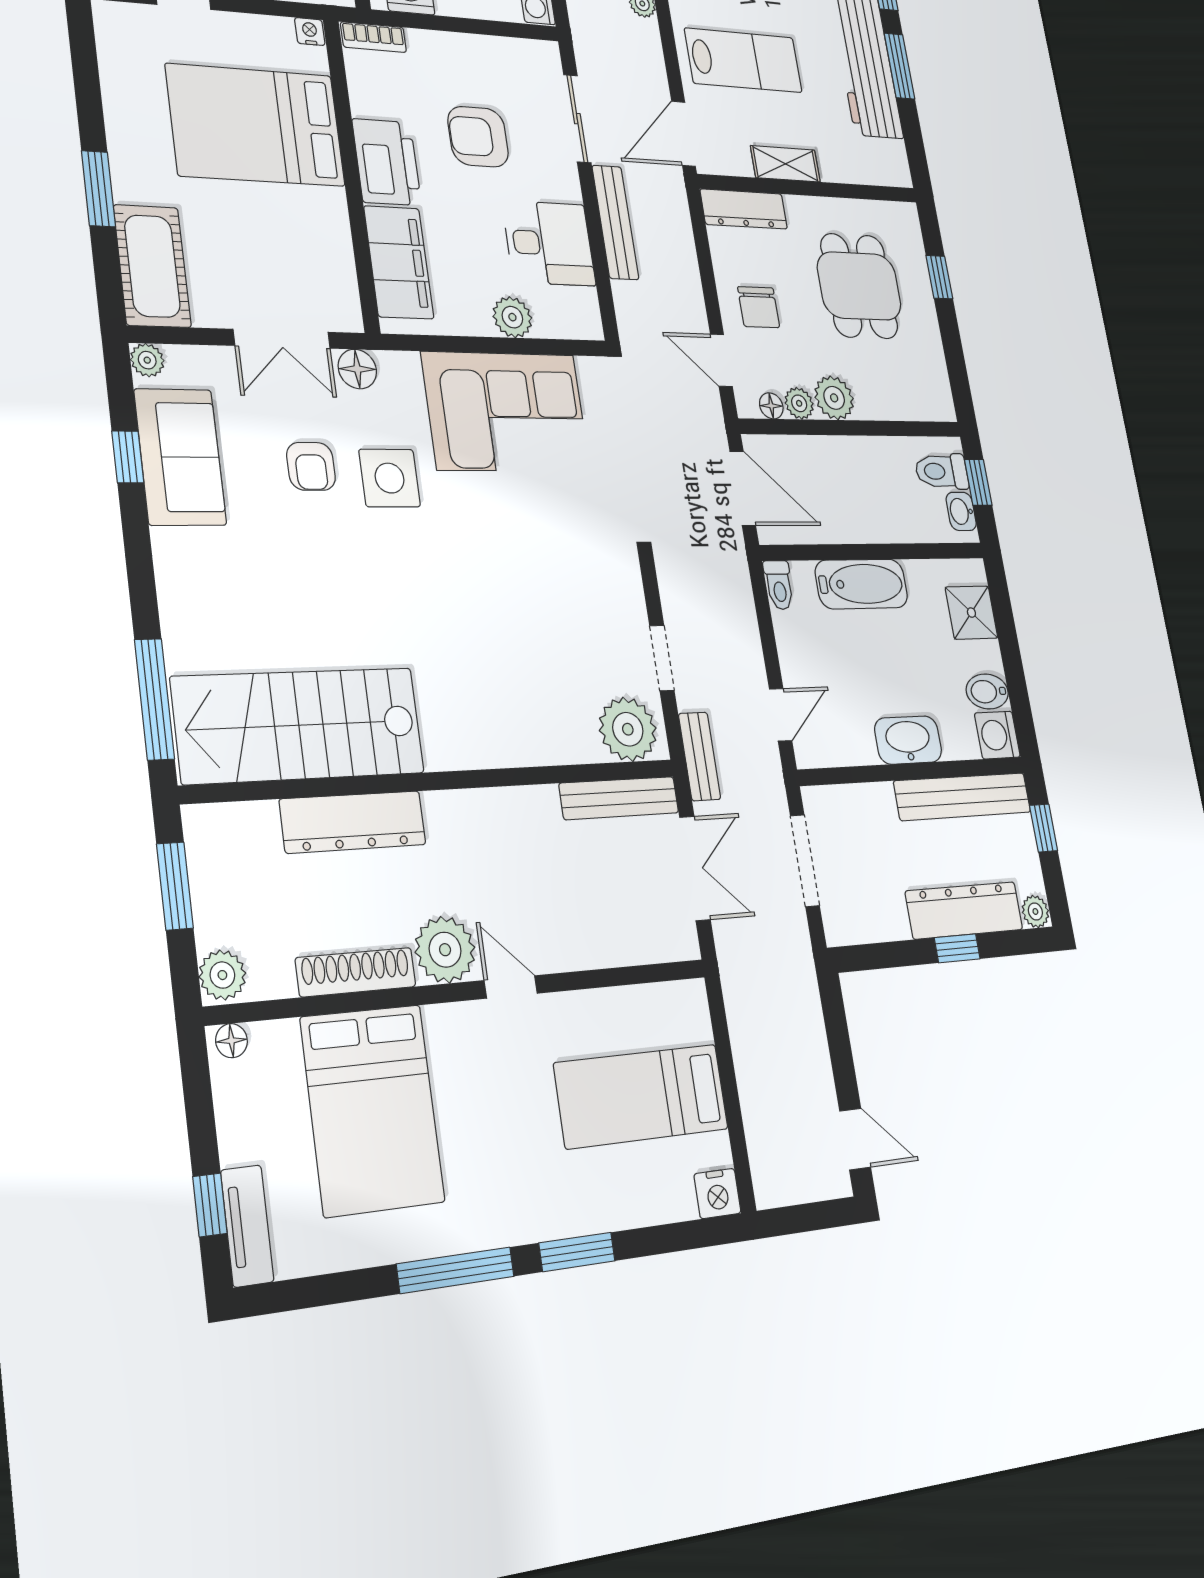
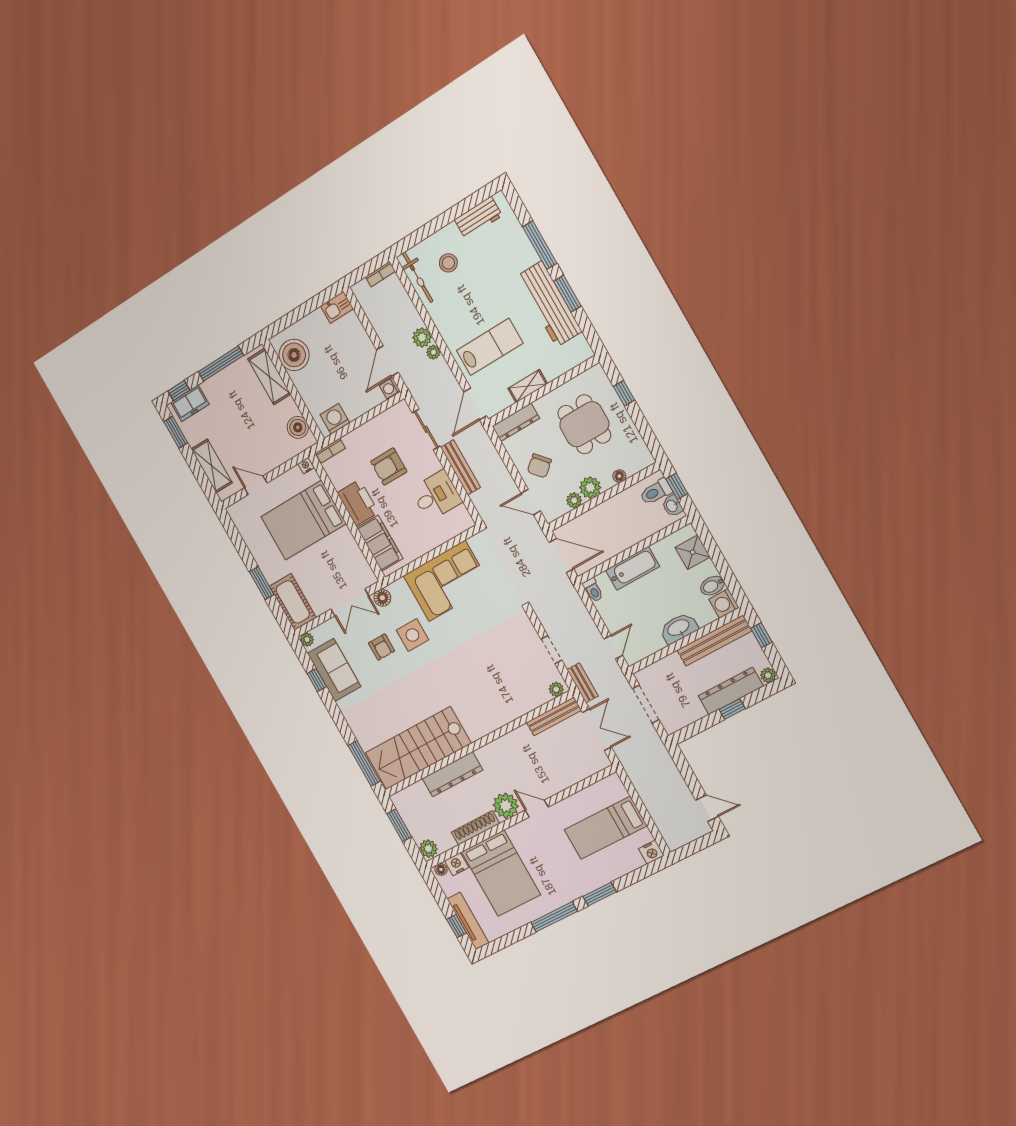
chair: (759, 307) -> (539, 466), turned 49
plant: (512, 317) -> (434, 538), removed
floor lamp: (771, 406) -> (619, 476), moved
plant: (628, 729) -> (556, 689), width x0.53, depth x0.53
nightstand: (275, 1043) -> (457, 864), added
tv unit: (247, 1226) -> (468, 921), width x1.41

